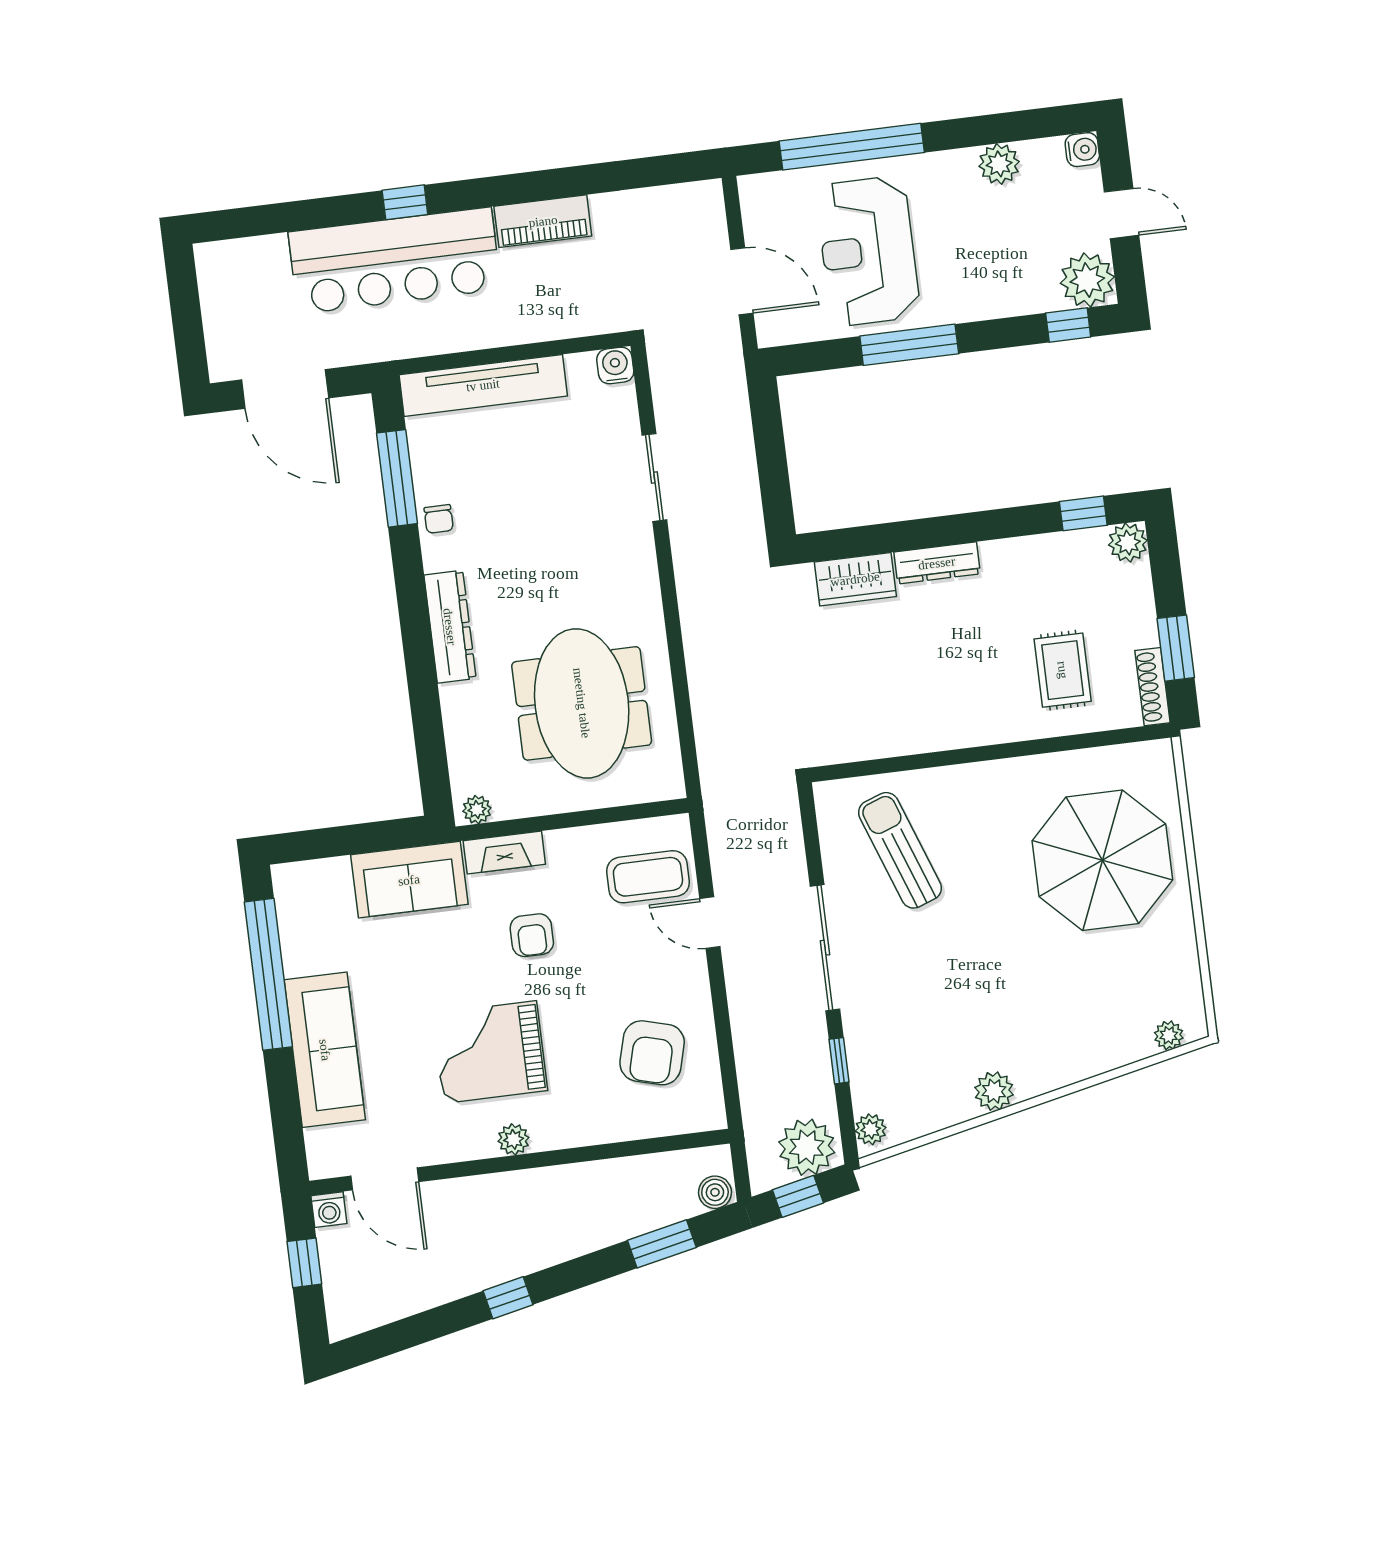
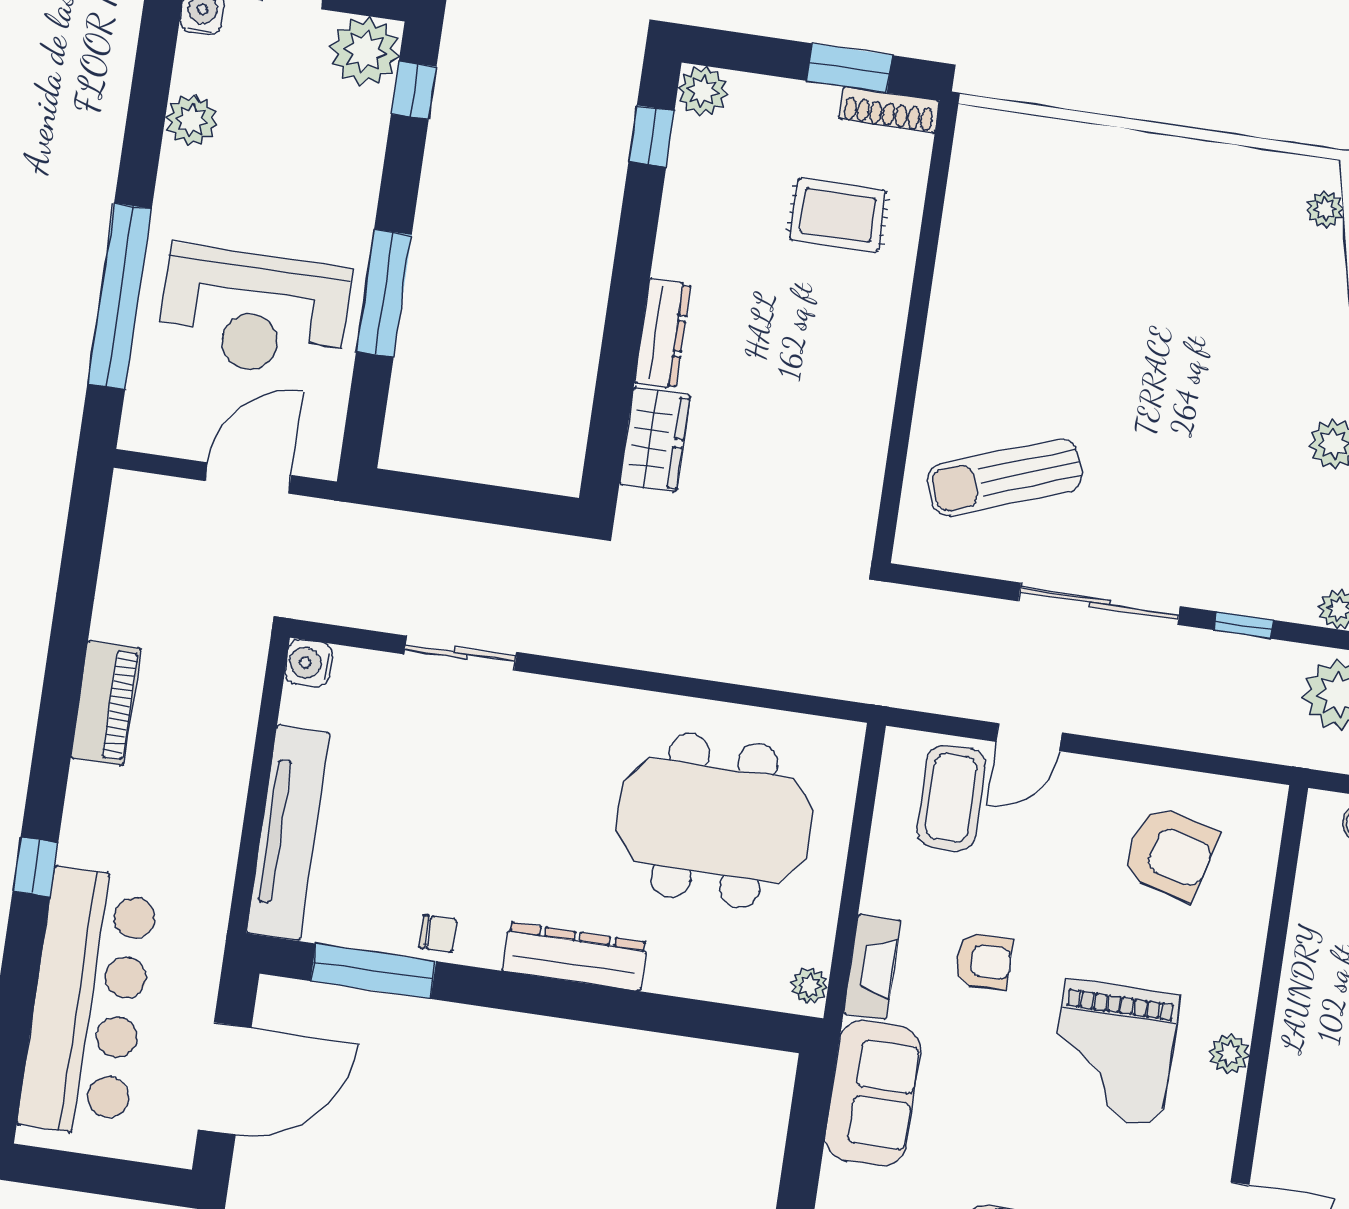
bar counter: (395, 261) -> (89, 1003), moved
parasol: (1102, 860) -> (1086, 231), removed

